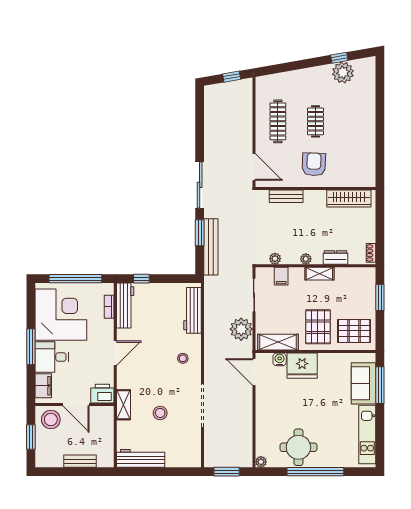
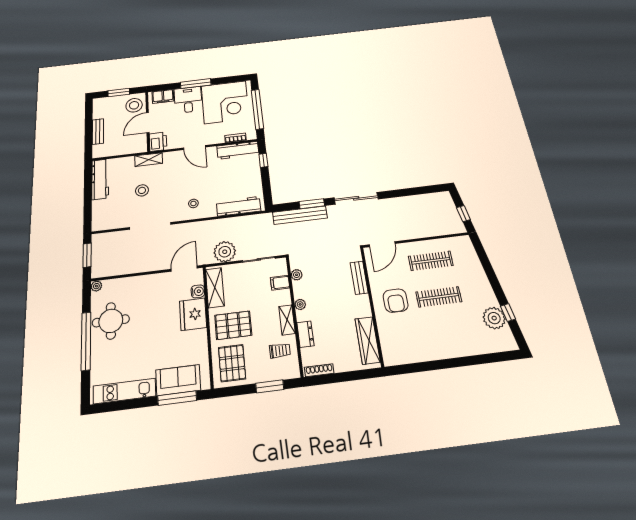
clothes rail: (315, 121) -> (439, 297), width x1.36
armchair: (314, 164) -> (396, 301), turned 88
shoe rack: (371, 253) -> (319, 370), width x1.43
trolley: (348, 284) -> (280, 351), added

